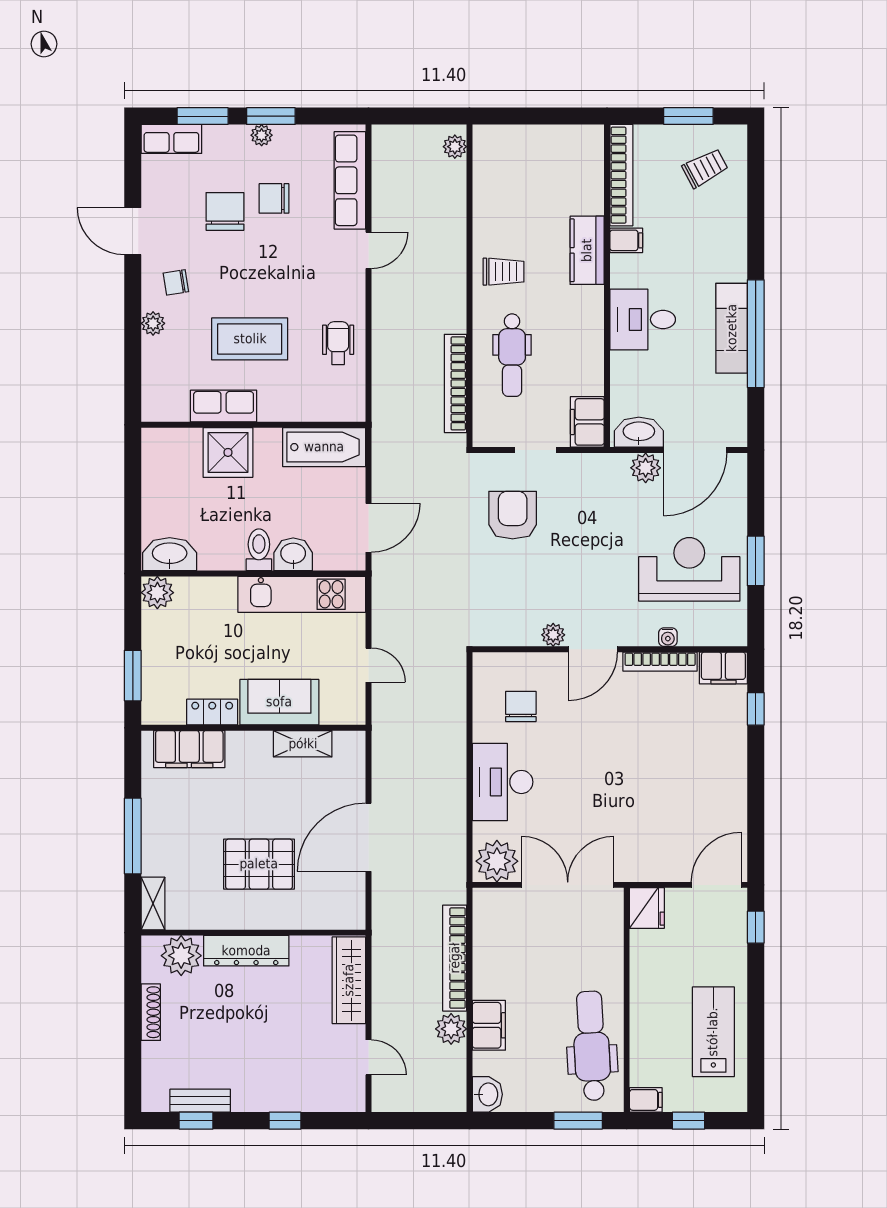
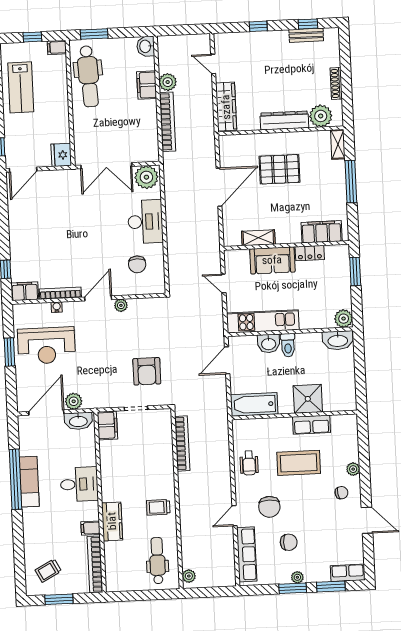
chair: (225, 211) -> (269, 507), moved
dental chair: (512, 355) -> (157, 561), moved

